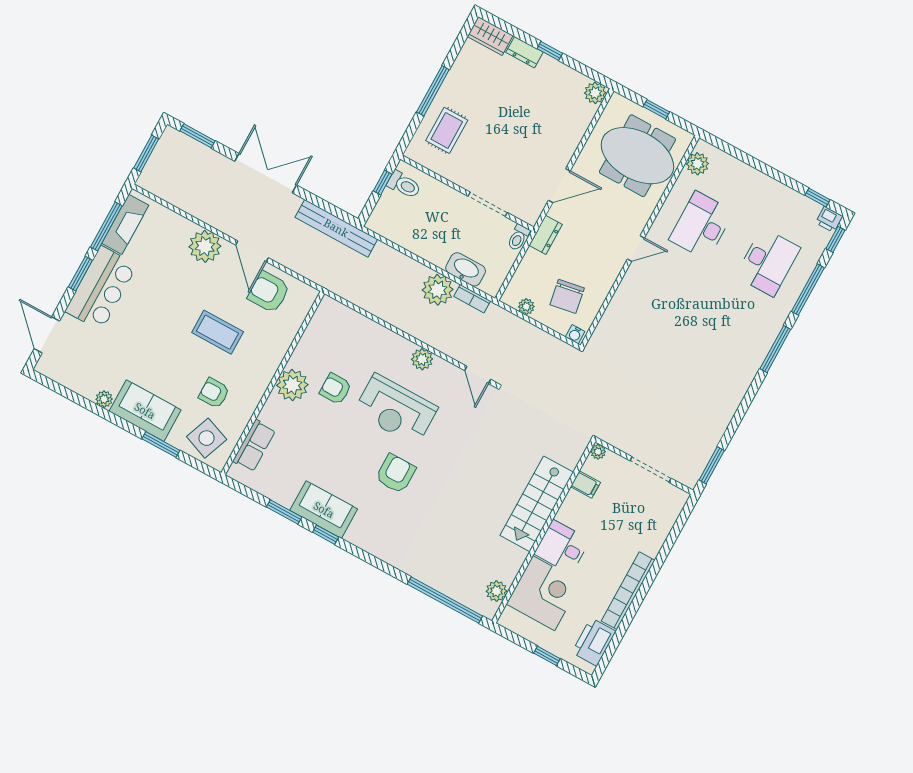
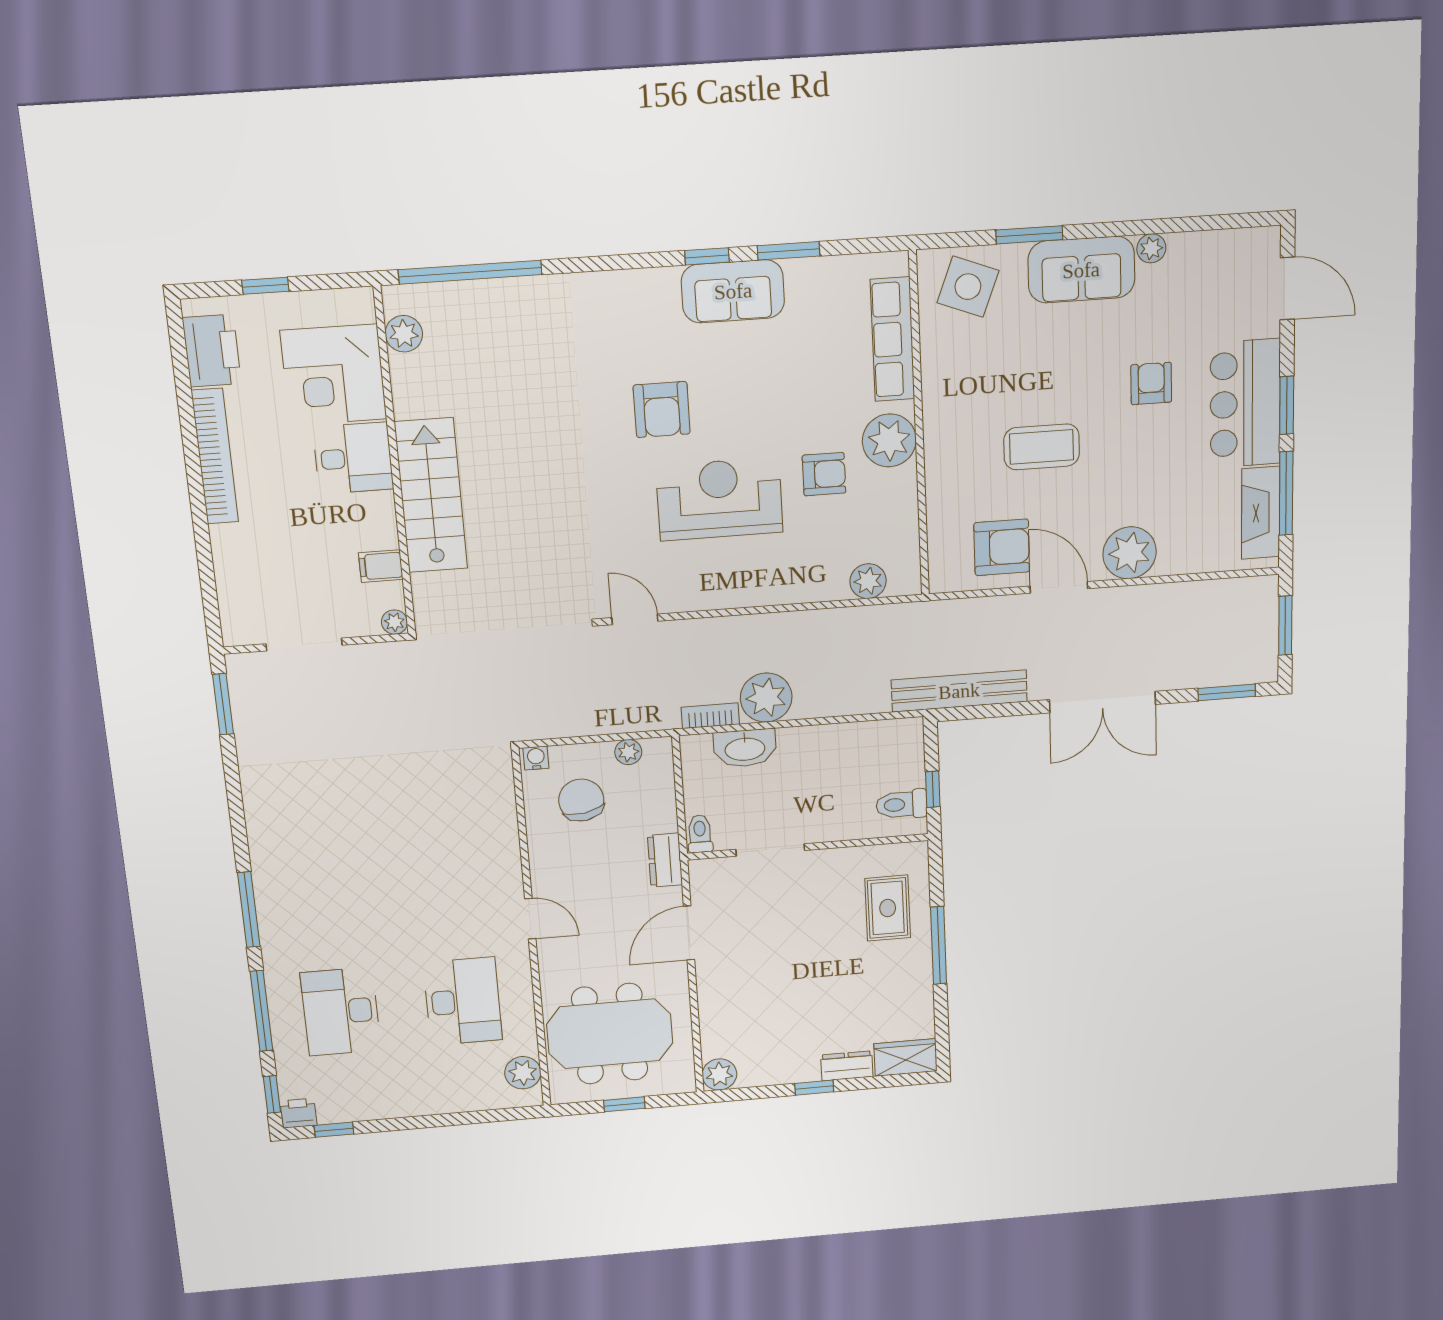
door: (636, 248) -> (530, 919), swing flipped
plant: (422, 359) -> (868, 581), moved
armchair: (214, 393) -> (1151, 384), moved, turned -90
row of seats: (254, 446) -> (893, 339), width x1.48

